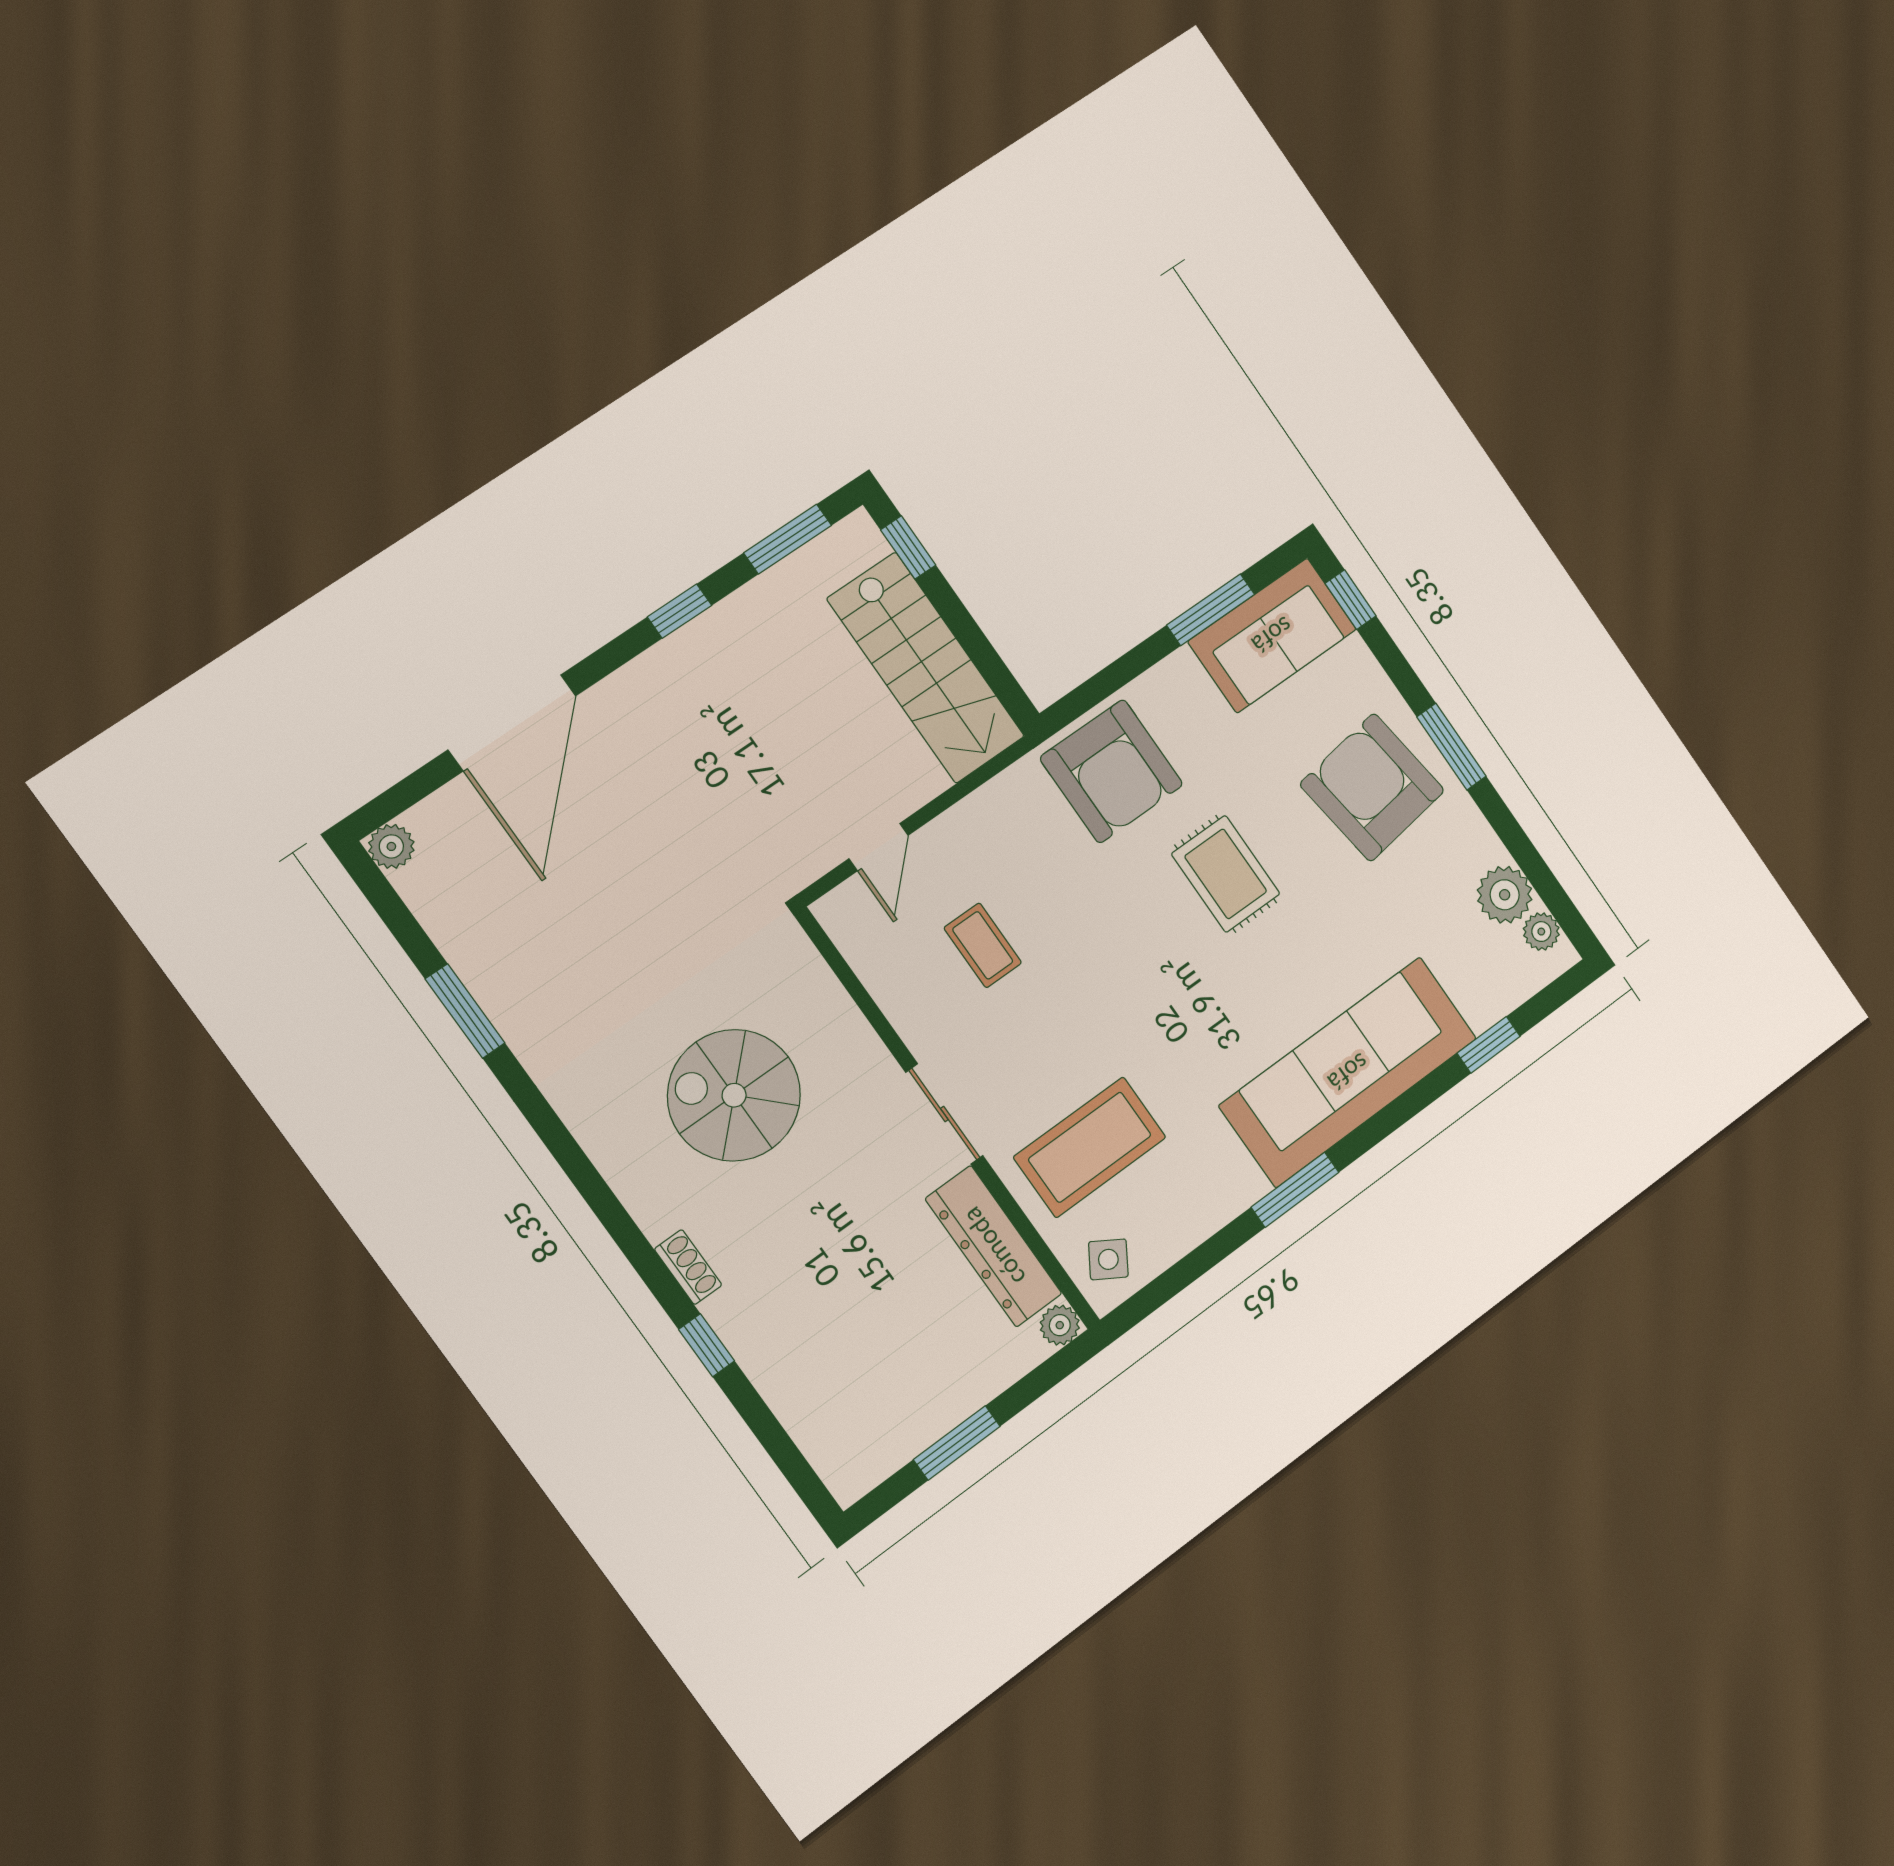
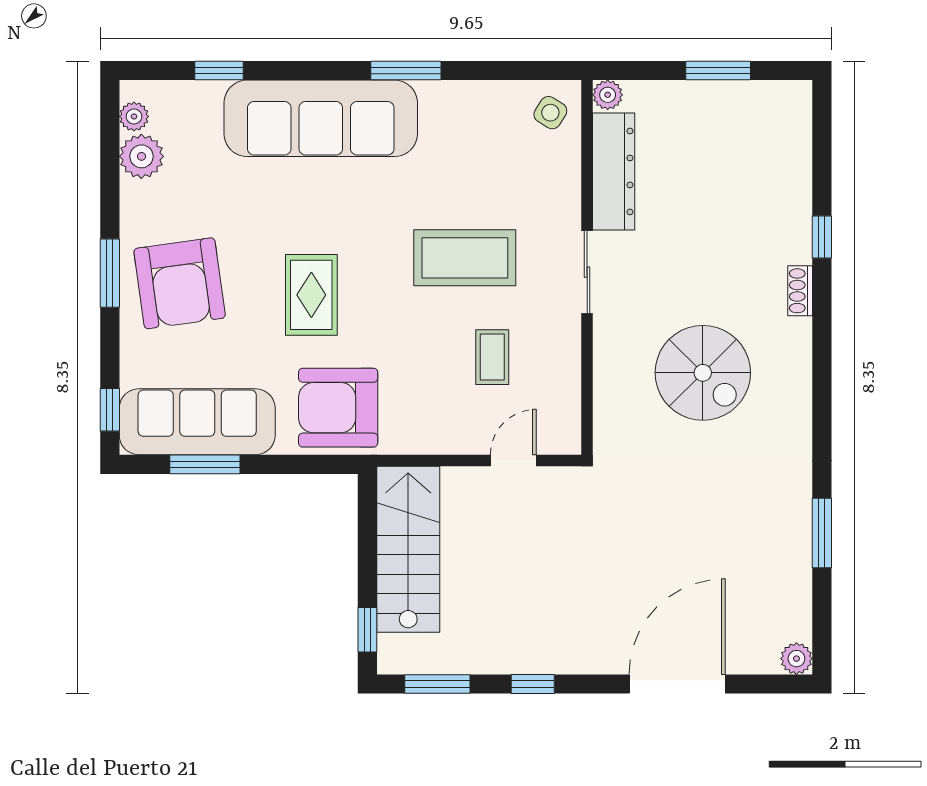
sofa: (1272, 635) -> (197, 422), width x1.36
armchair: (1111, 771) -> (338, 408), turned -90
coffee table: (1090, 1147) -> (465, 258), moved

